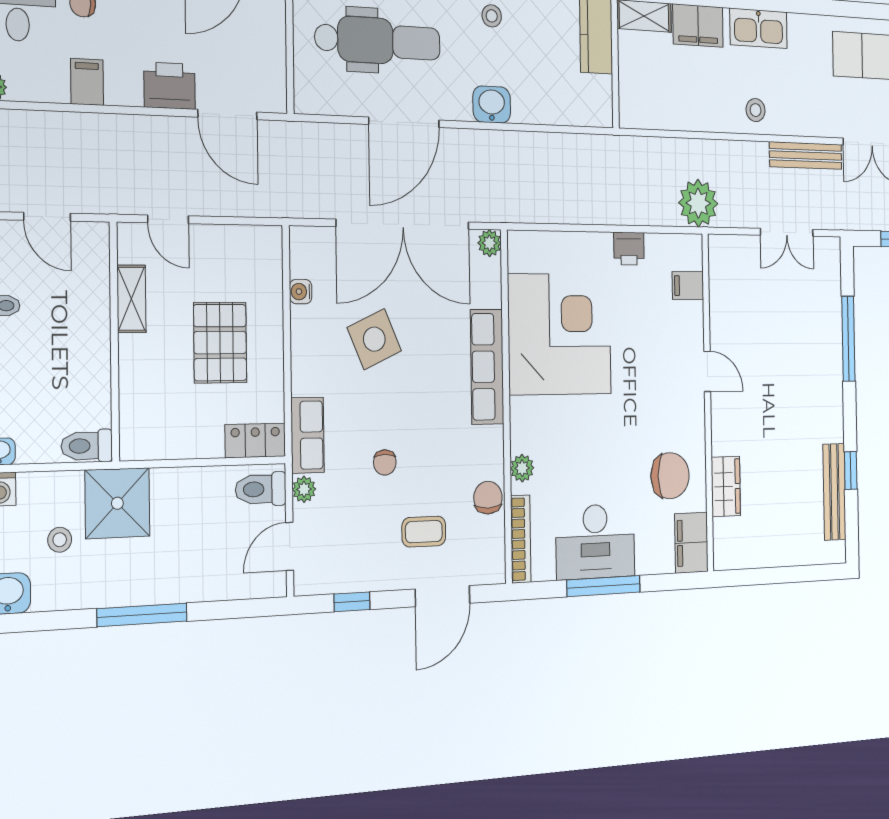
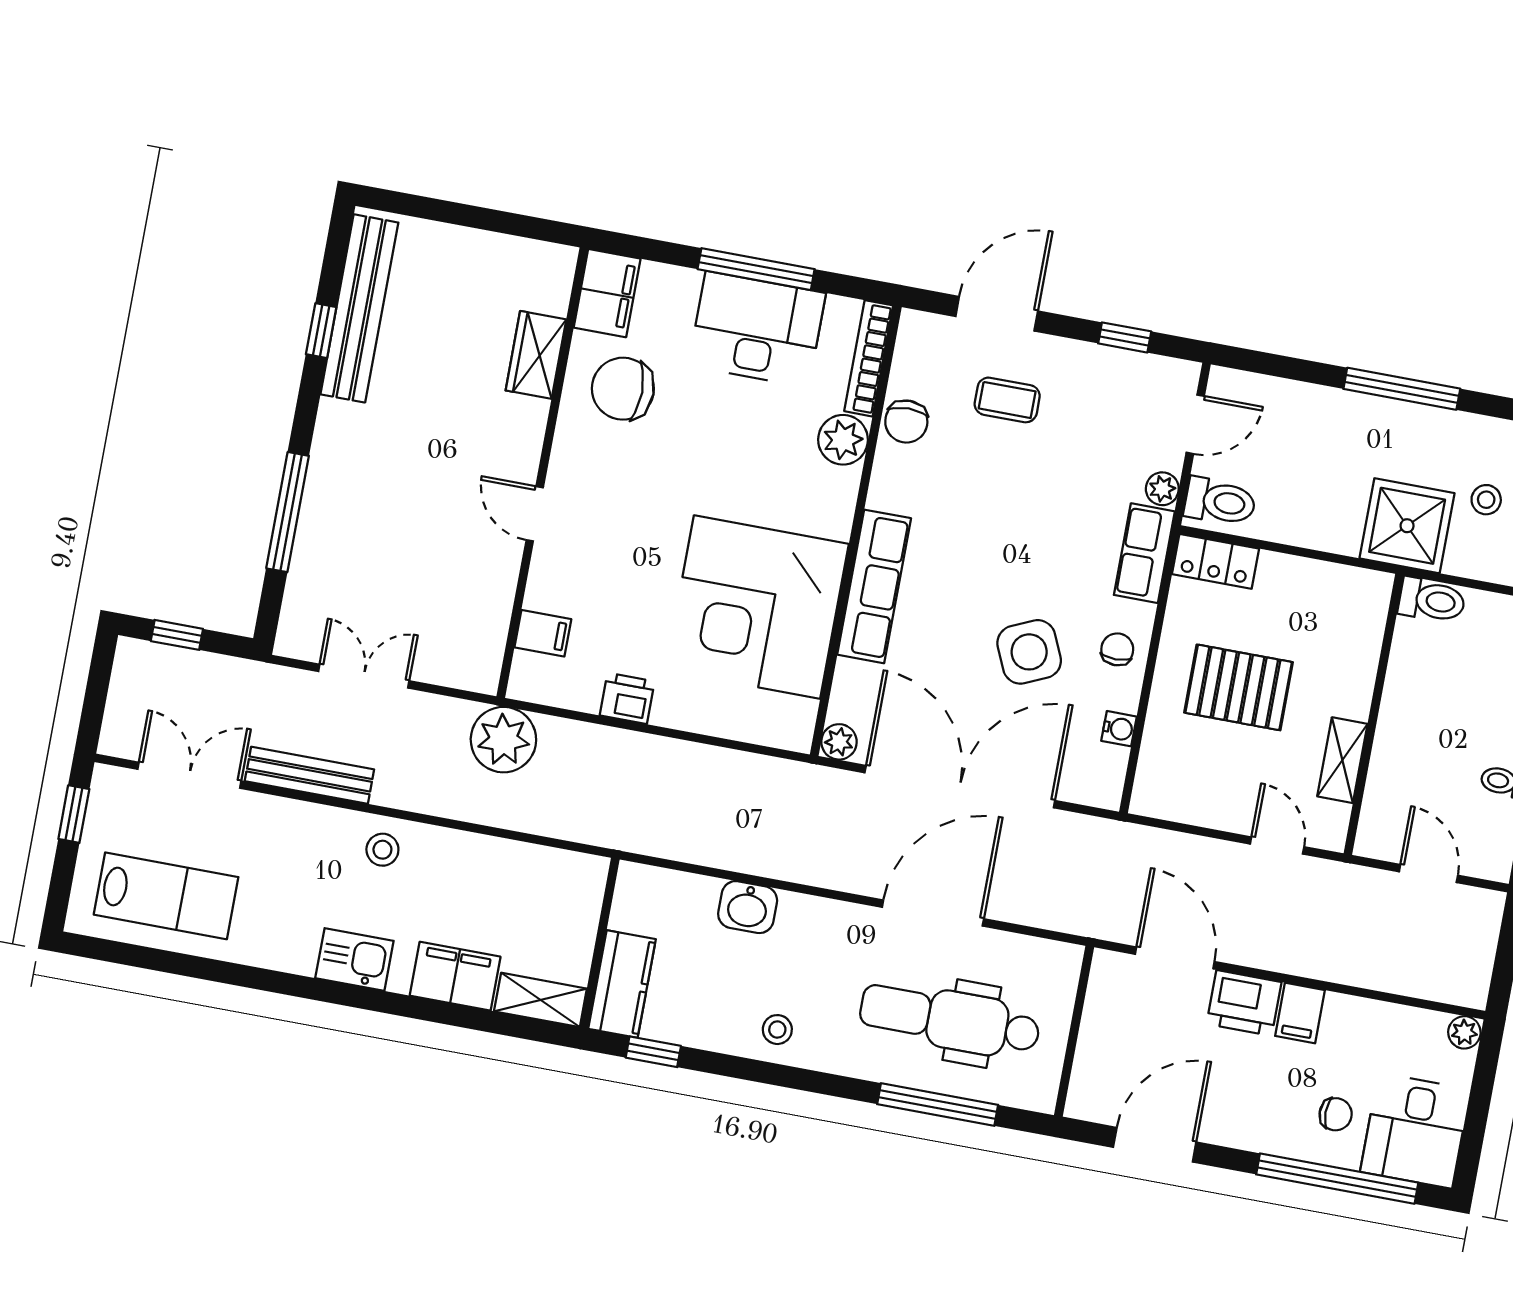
kitchen sink: (759, 28) -> (354, 960), width x0.73
filing cabinet: (87, 82) -> (1300, 1013), moved
washbasin: (492, 105) -> (748, 907), moved
pallet: (220, 343) -> (1239, 687), turned 90
chair: (385, 462) -> (1117, 649), moved
plant: (522, 468) -> (843, 440), width x1.38, depth x1.38
bench: (834, 492) -> (359, 308), width x1.37, depth x1.21

